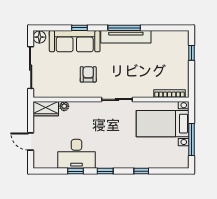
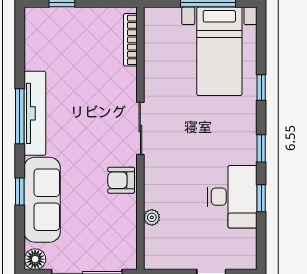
armchair: (88, 74) -> (121, 180), moved
wardrobe: (46, 109) -> (156, 248), removed
bed with nightstands: (163, 124) -> (219, 51), moved

